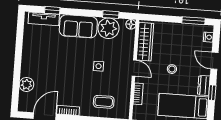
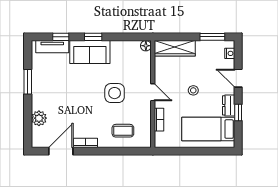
window: (111, 15) -> (93, 37), moved
plant: (108, 28) -> (122, 52), removed
wardrobe: (145, 42) -> (175, 48), moved, turned 90
window: (19, 50) -> (28, 82), added
side table: (99, 66) -> (115, 93), width x1.87, depth x1.87

